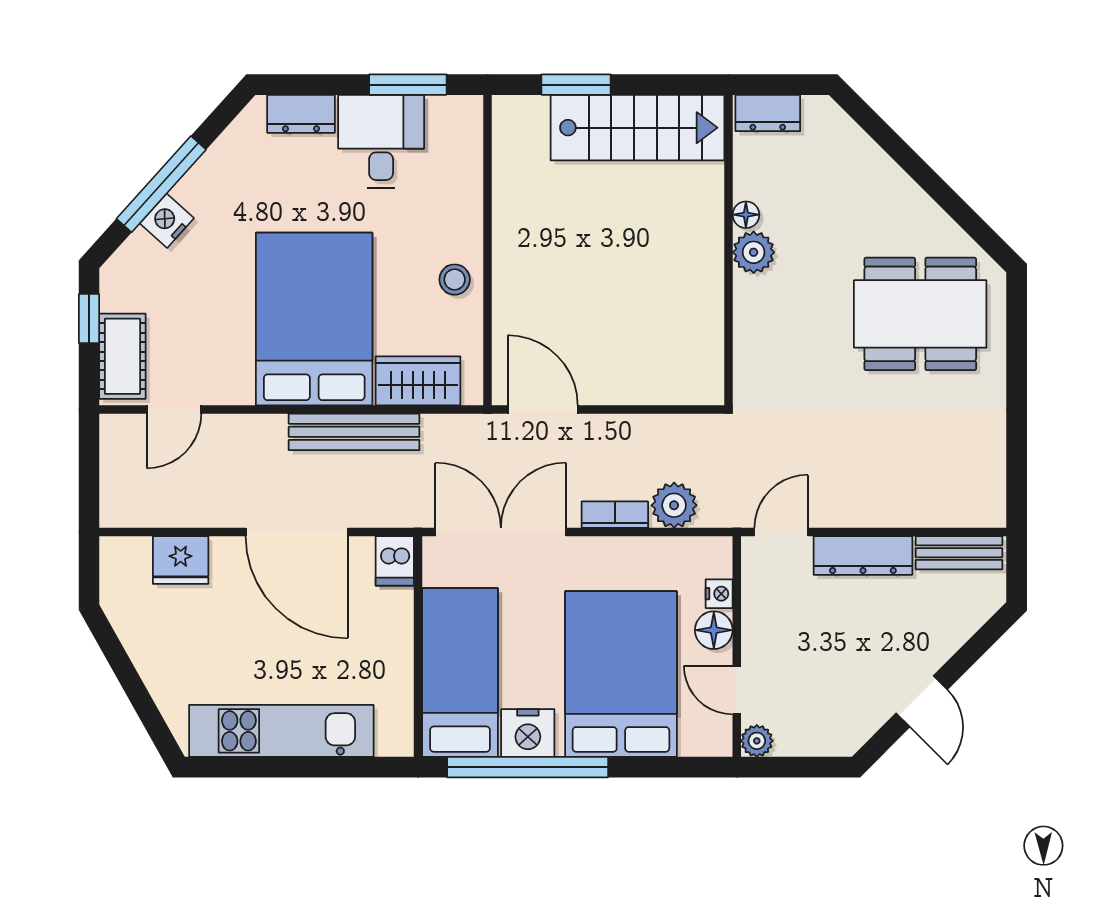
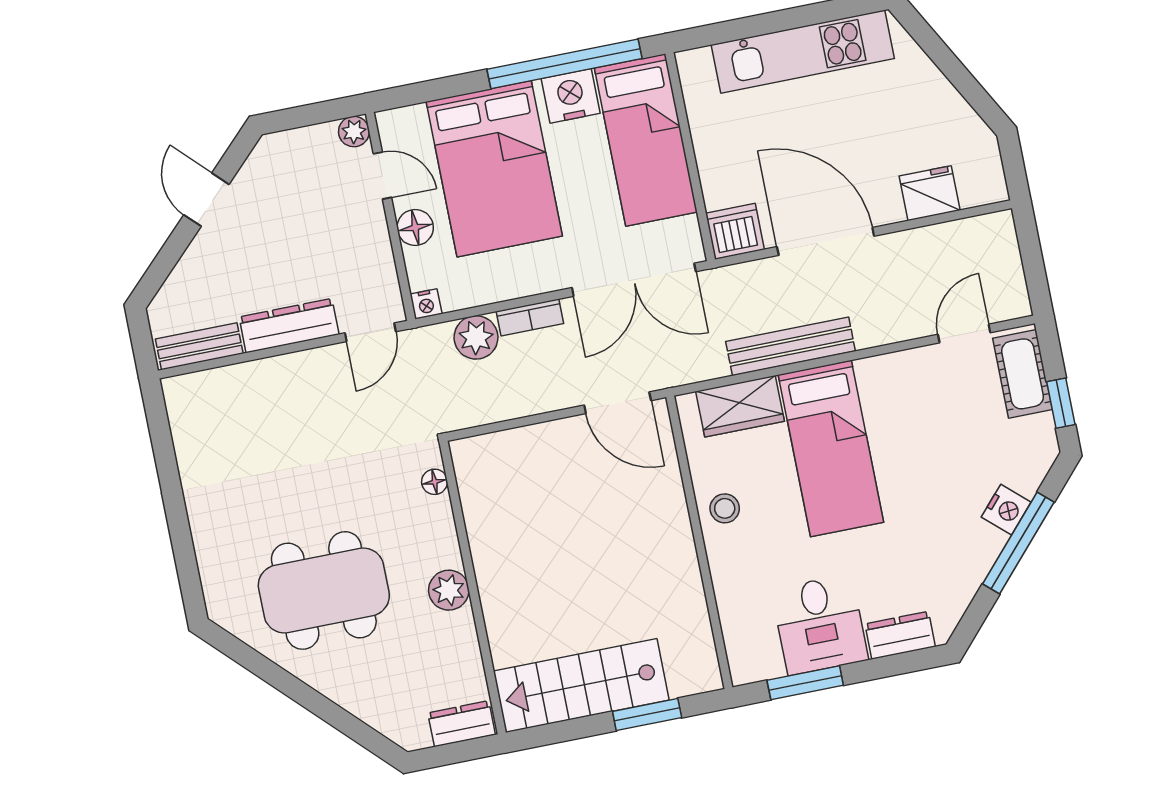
floor lamp: (746, 215) -> (435, 482), moved
dining table: (920, 314) -> (324, 590), moved
bed: (314, 319) -> (831, 448), width x0.67
dishwasher: (395, 561) -> (735, 231), width x1.38
nightstand: (719, 594) -> (426, 304), moved, turned -90

